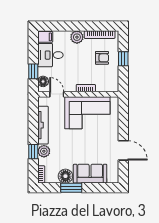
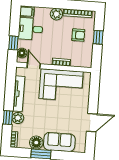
door: (123, 150) -> (92, 123), hinge flipped

